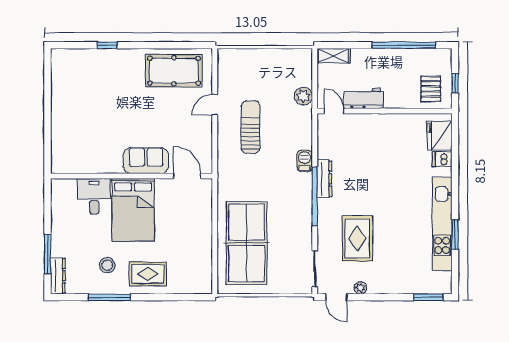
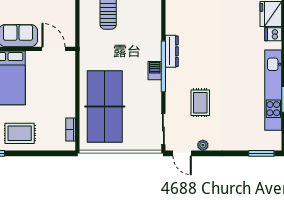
barbecue: (305, 161) -> (155, 71), moved
rug: (357, 239) -> (200, 103), width x0.73, depth x0.70
bookcase: (207, 270) -> (71, 129), added

